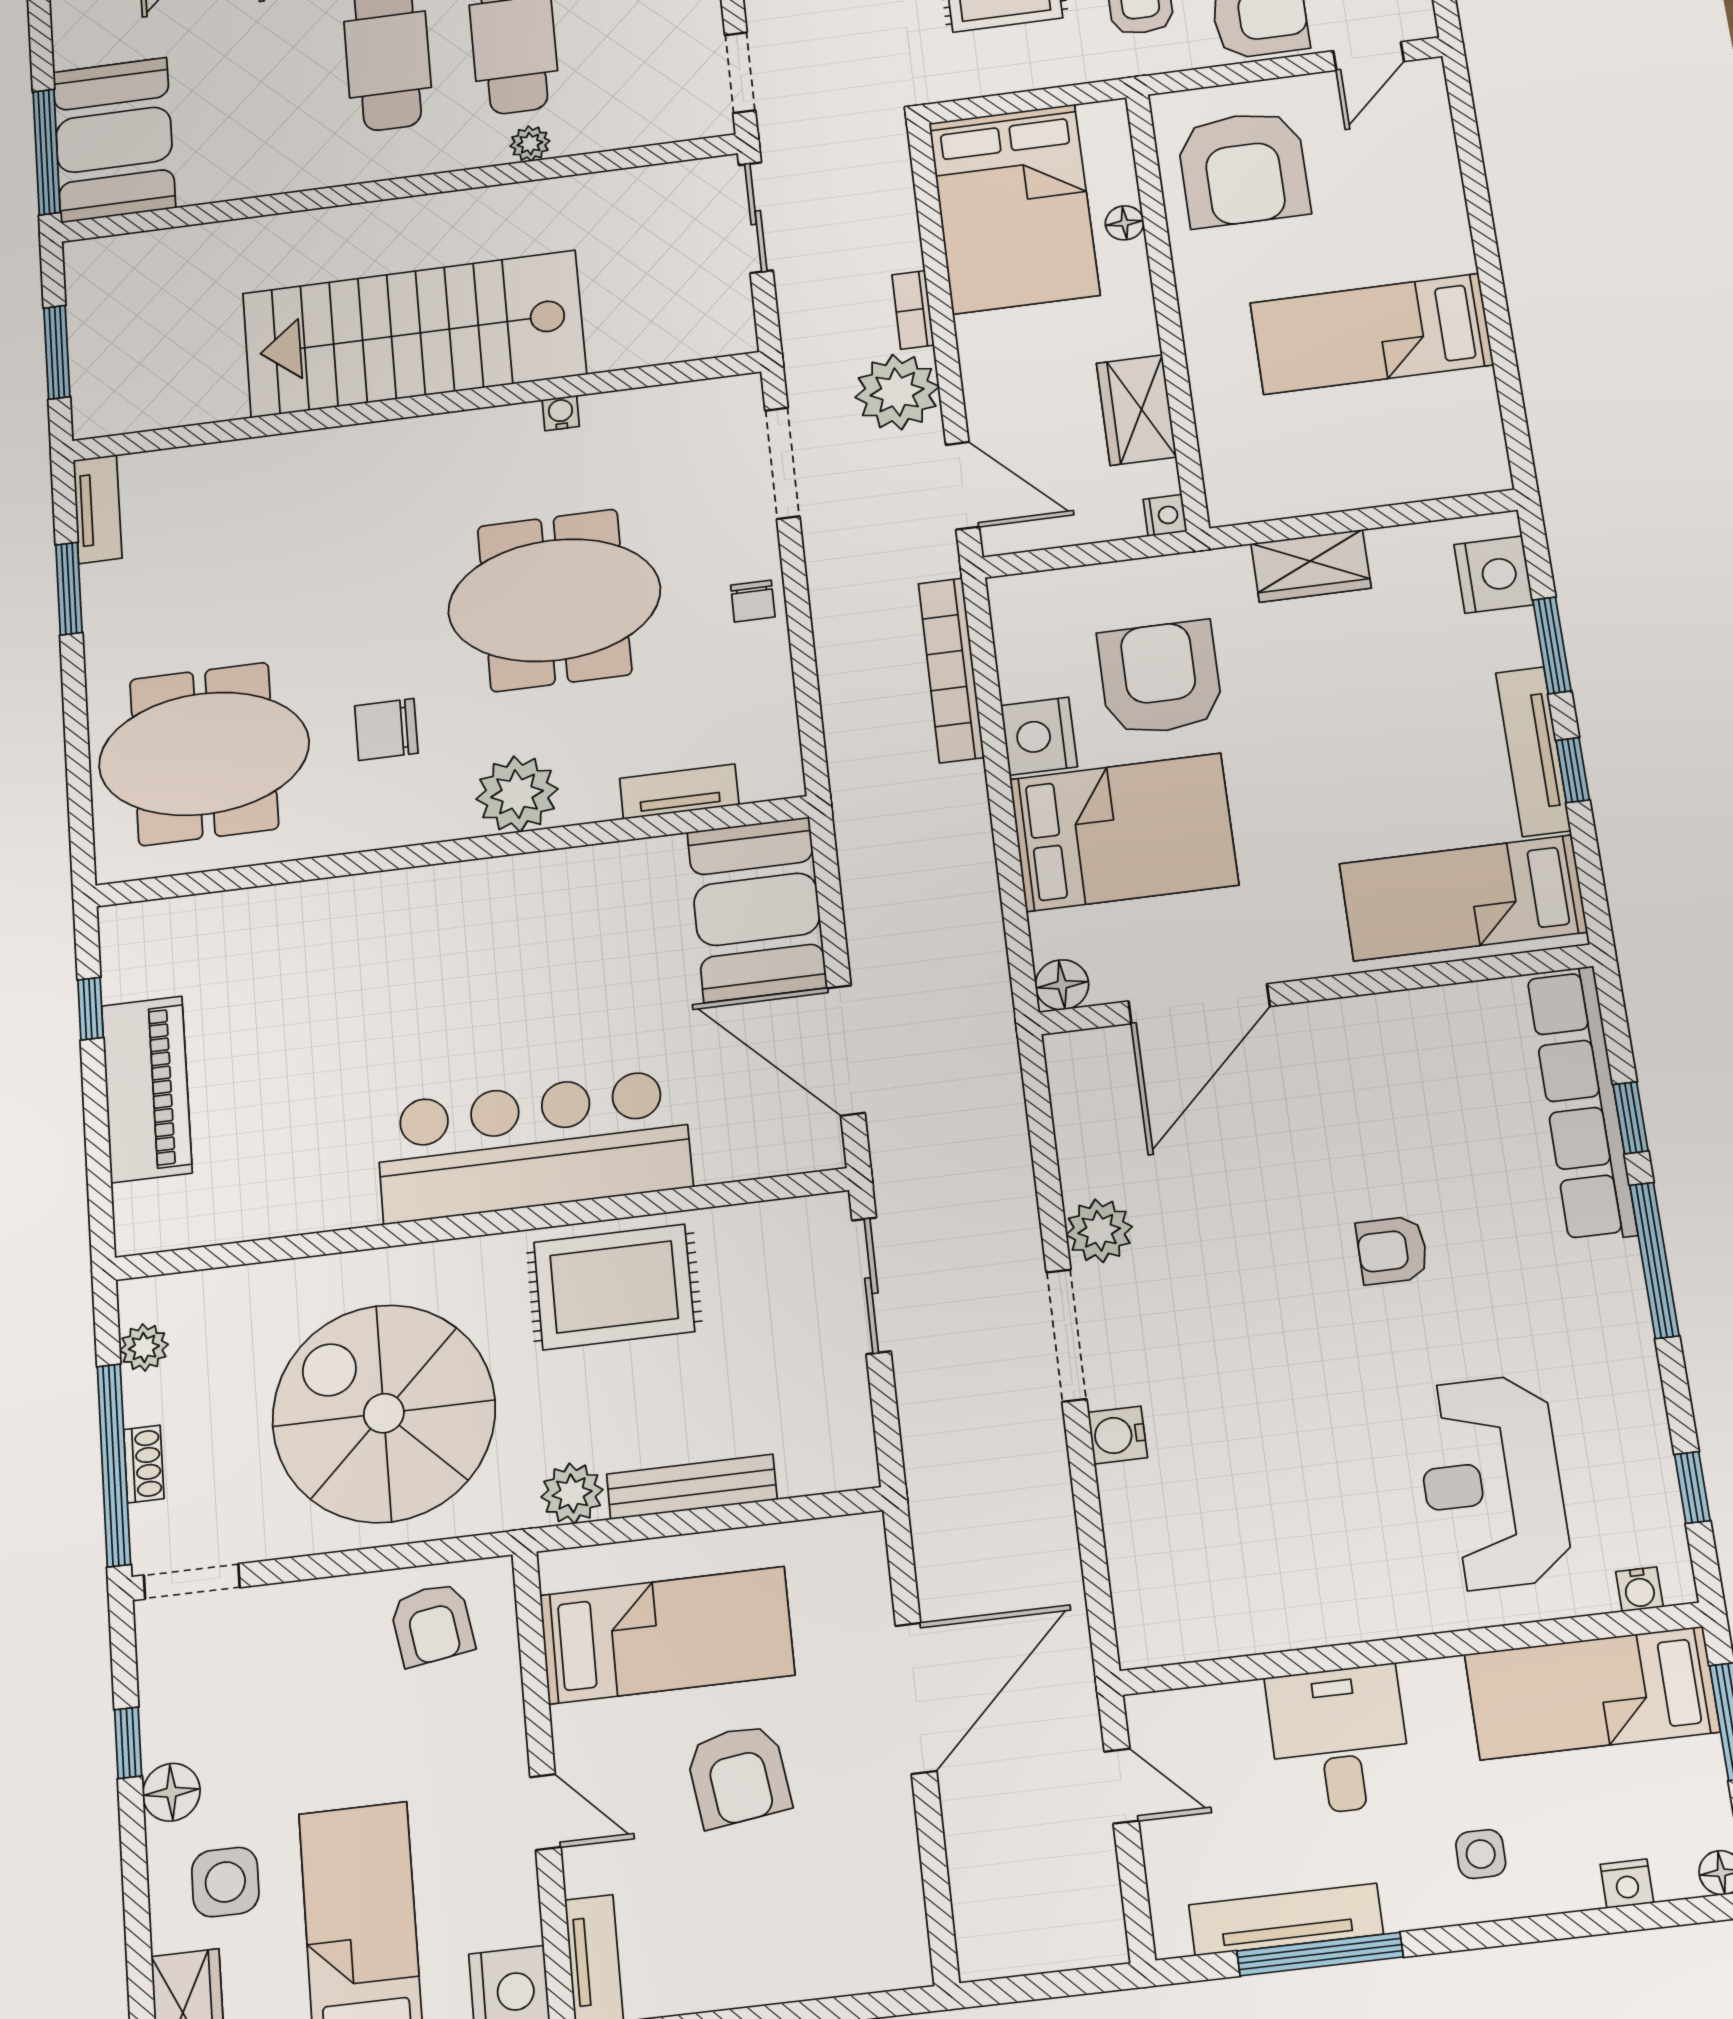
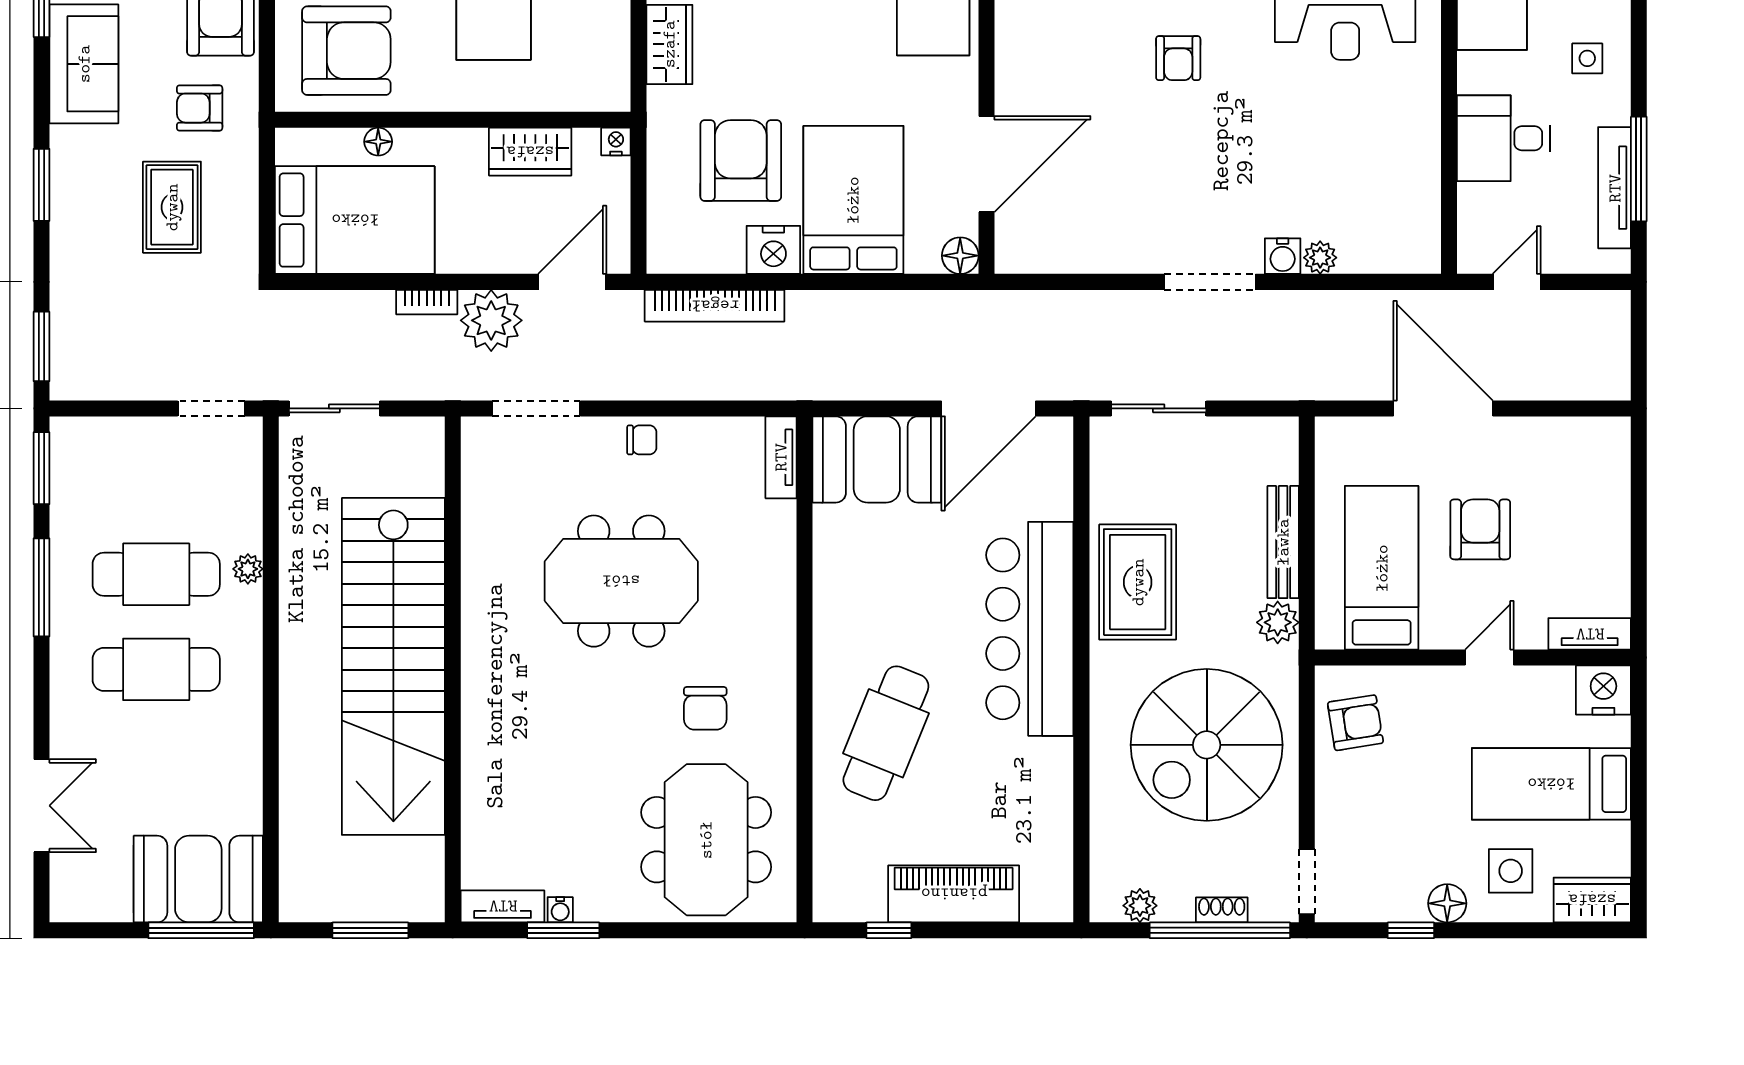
stairs: (414, 334) -> (393, 666), width x1.36
water cooler: (561, 413) -> (560, 910), moved, turned -90
meeting table: (554, 600) -> (621, 581), turned 90
armchair: (1160, 678) -> (741, 161), turned 90
tv unit: (679, 792) -> (781, 457), moved
plant: (517, 794) -> (767, 619), removed
cafe table: (369, 970) -> (886, 733), added
door: (1199, 1004) -> (986, 164), hinge flipped
plant: (1099, 1231) -> (1320, 258), moved, width x0.73, depth x0.73
armchair: (738, 1775) -> (1480, 529), turned -82

